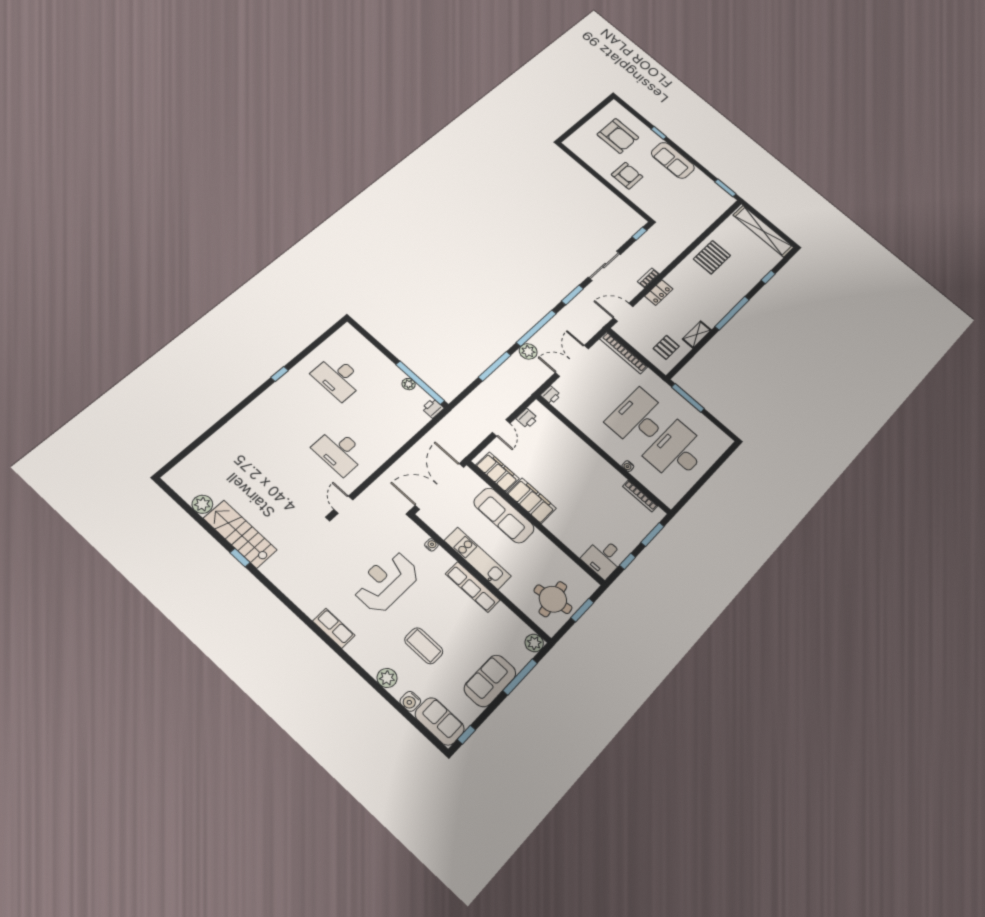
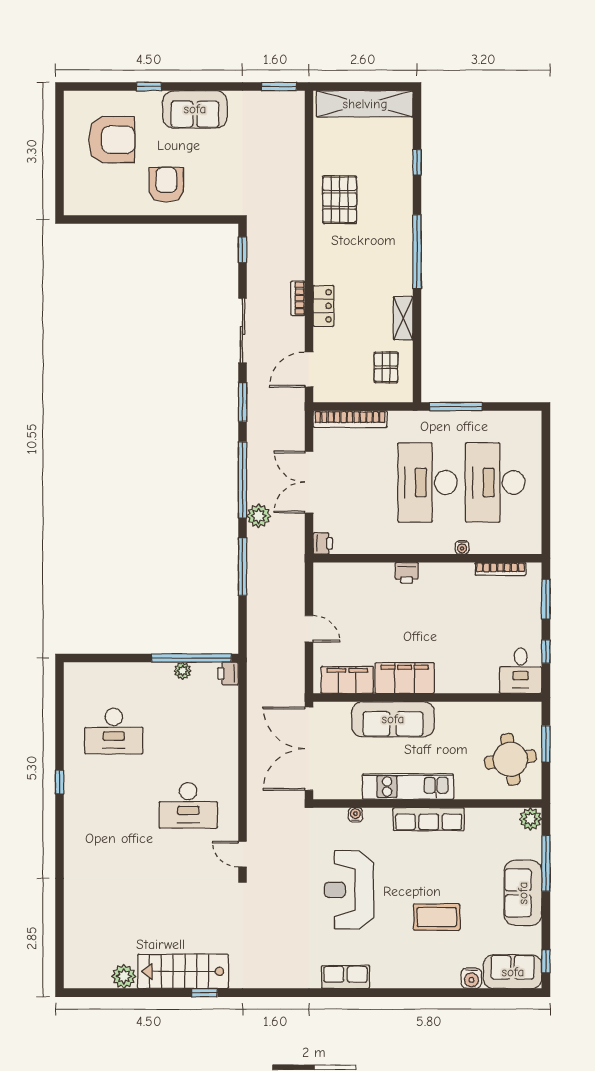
printer: (527, 418) -> (407, 573), moved, turned 90
plant: (387, 678) -> (433, 977), removed

